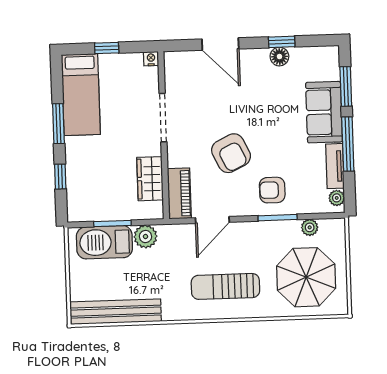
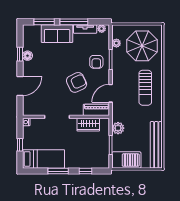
door: (212, 220) -> (111, 93), swing flipped
barbecue: (104, 242) -> (126, 160), moved, turned -90

